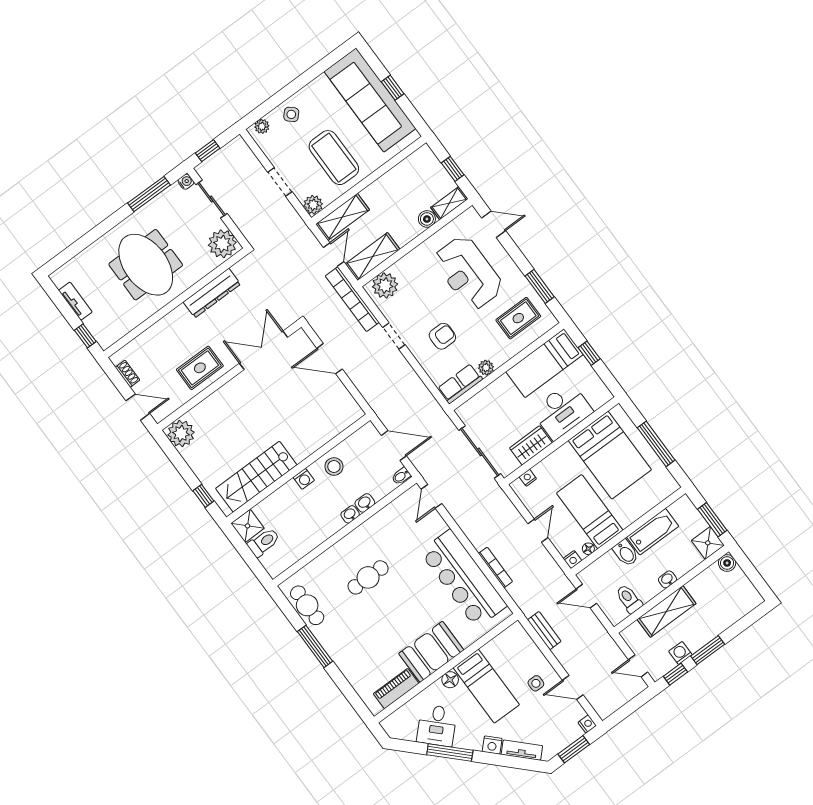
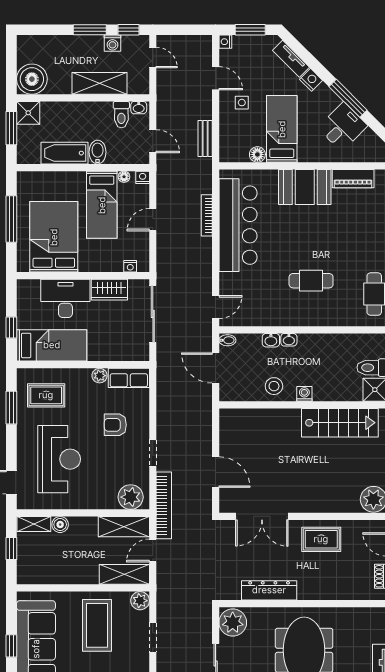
boiler: (727, 563) -> (32, 79), width x1.86, depth x1.86
washbasin: (667, 579) -> (139, 108), moved
floor lamp: (450, 680) -> (257, 154), moved

